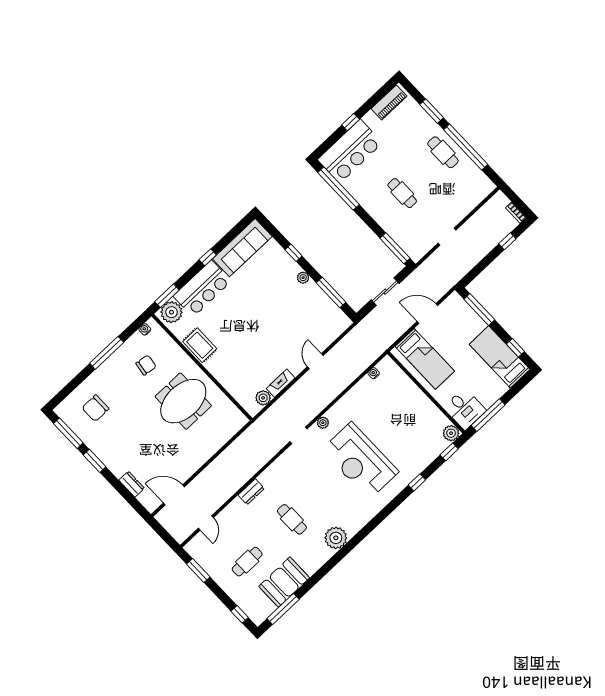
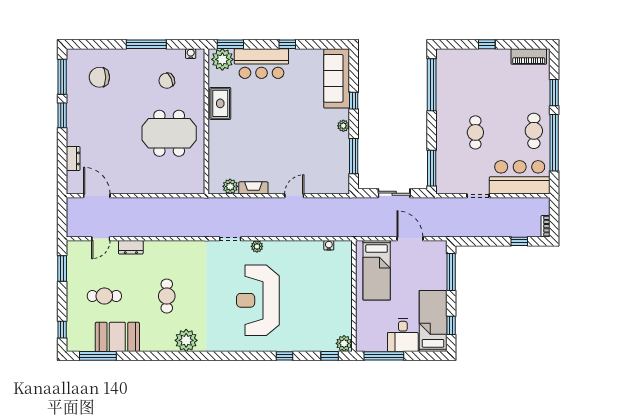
bar counter: (350, 151) -> (520, 177), moved, turned 180
sofa: (242, 248) -> (337, 78), moved, turned 90
chair: (146, 365) -> (167, 81), turned 148
desk: (465, 409) -> (403, 335), moved
dresser: (251, 492) -> (131, 247), moved

